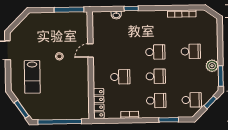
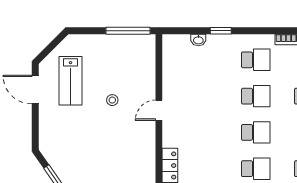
door: (90, 51) -> (159, 110), moved
lab bench: (32, 77) -> (71, 81), moved
school desk: (120, 77) -> (256, 60), moved

